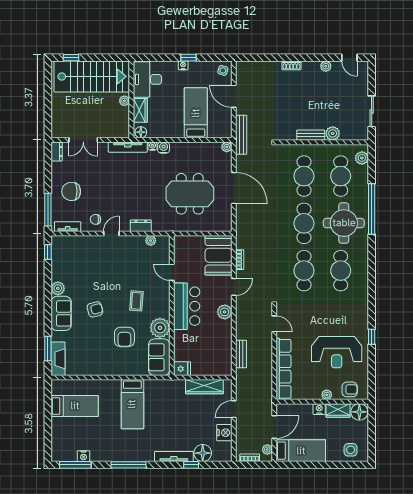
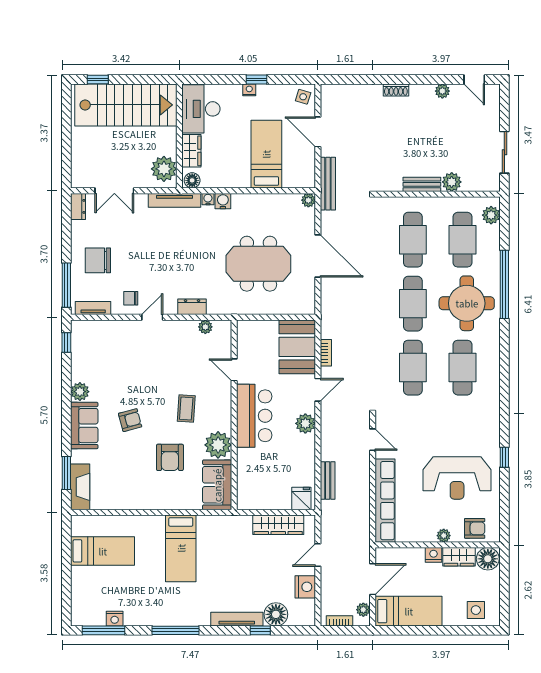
plant: (124, 101) -> (164, 169), moved, width x1.88, depth x1.88
fridge: (182, 369) -> (301, 499), moved, turned -90

